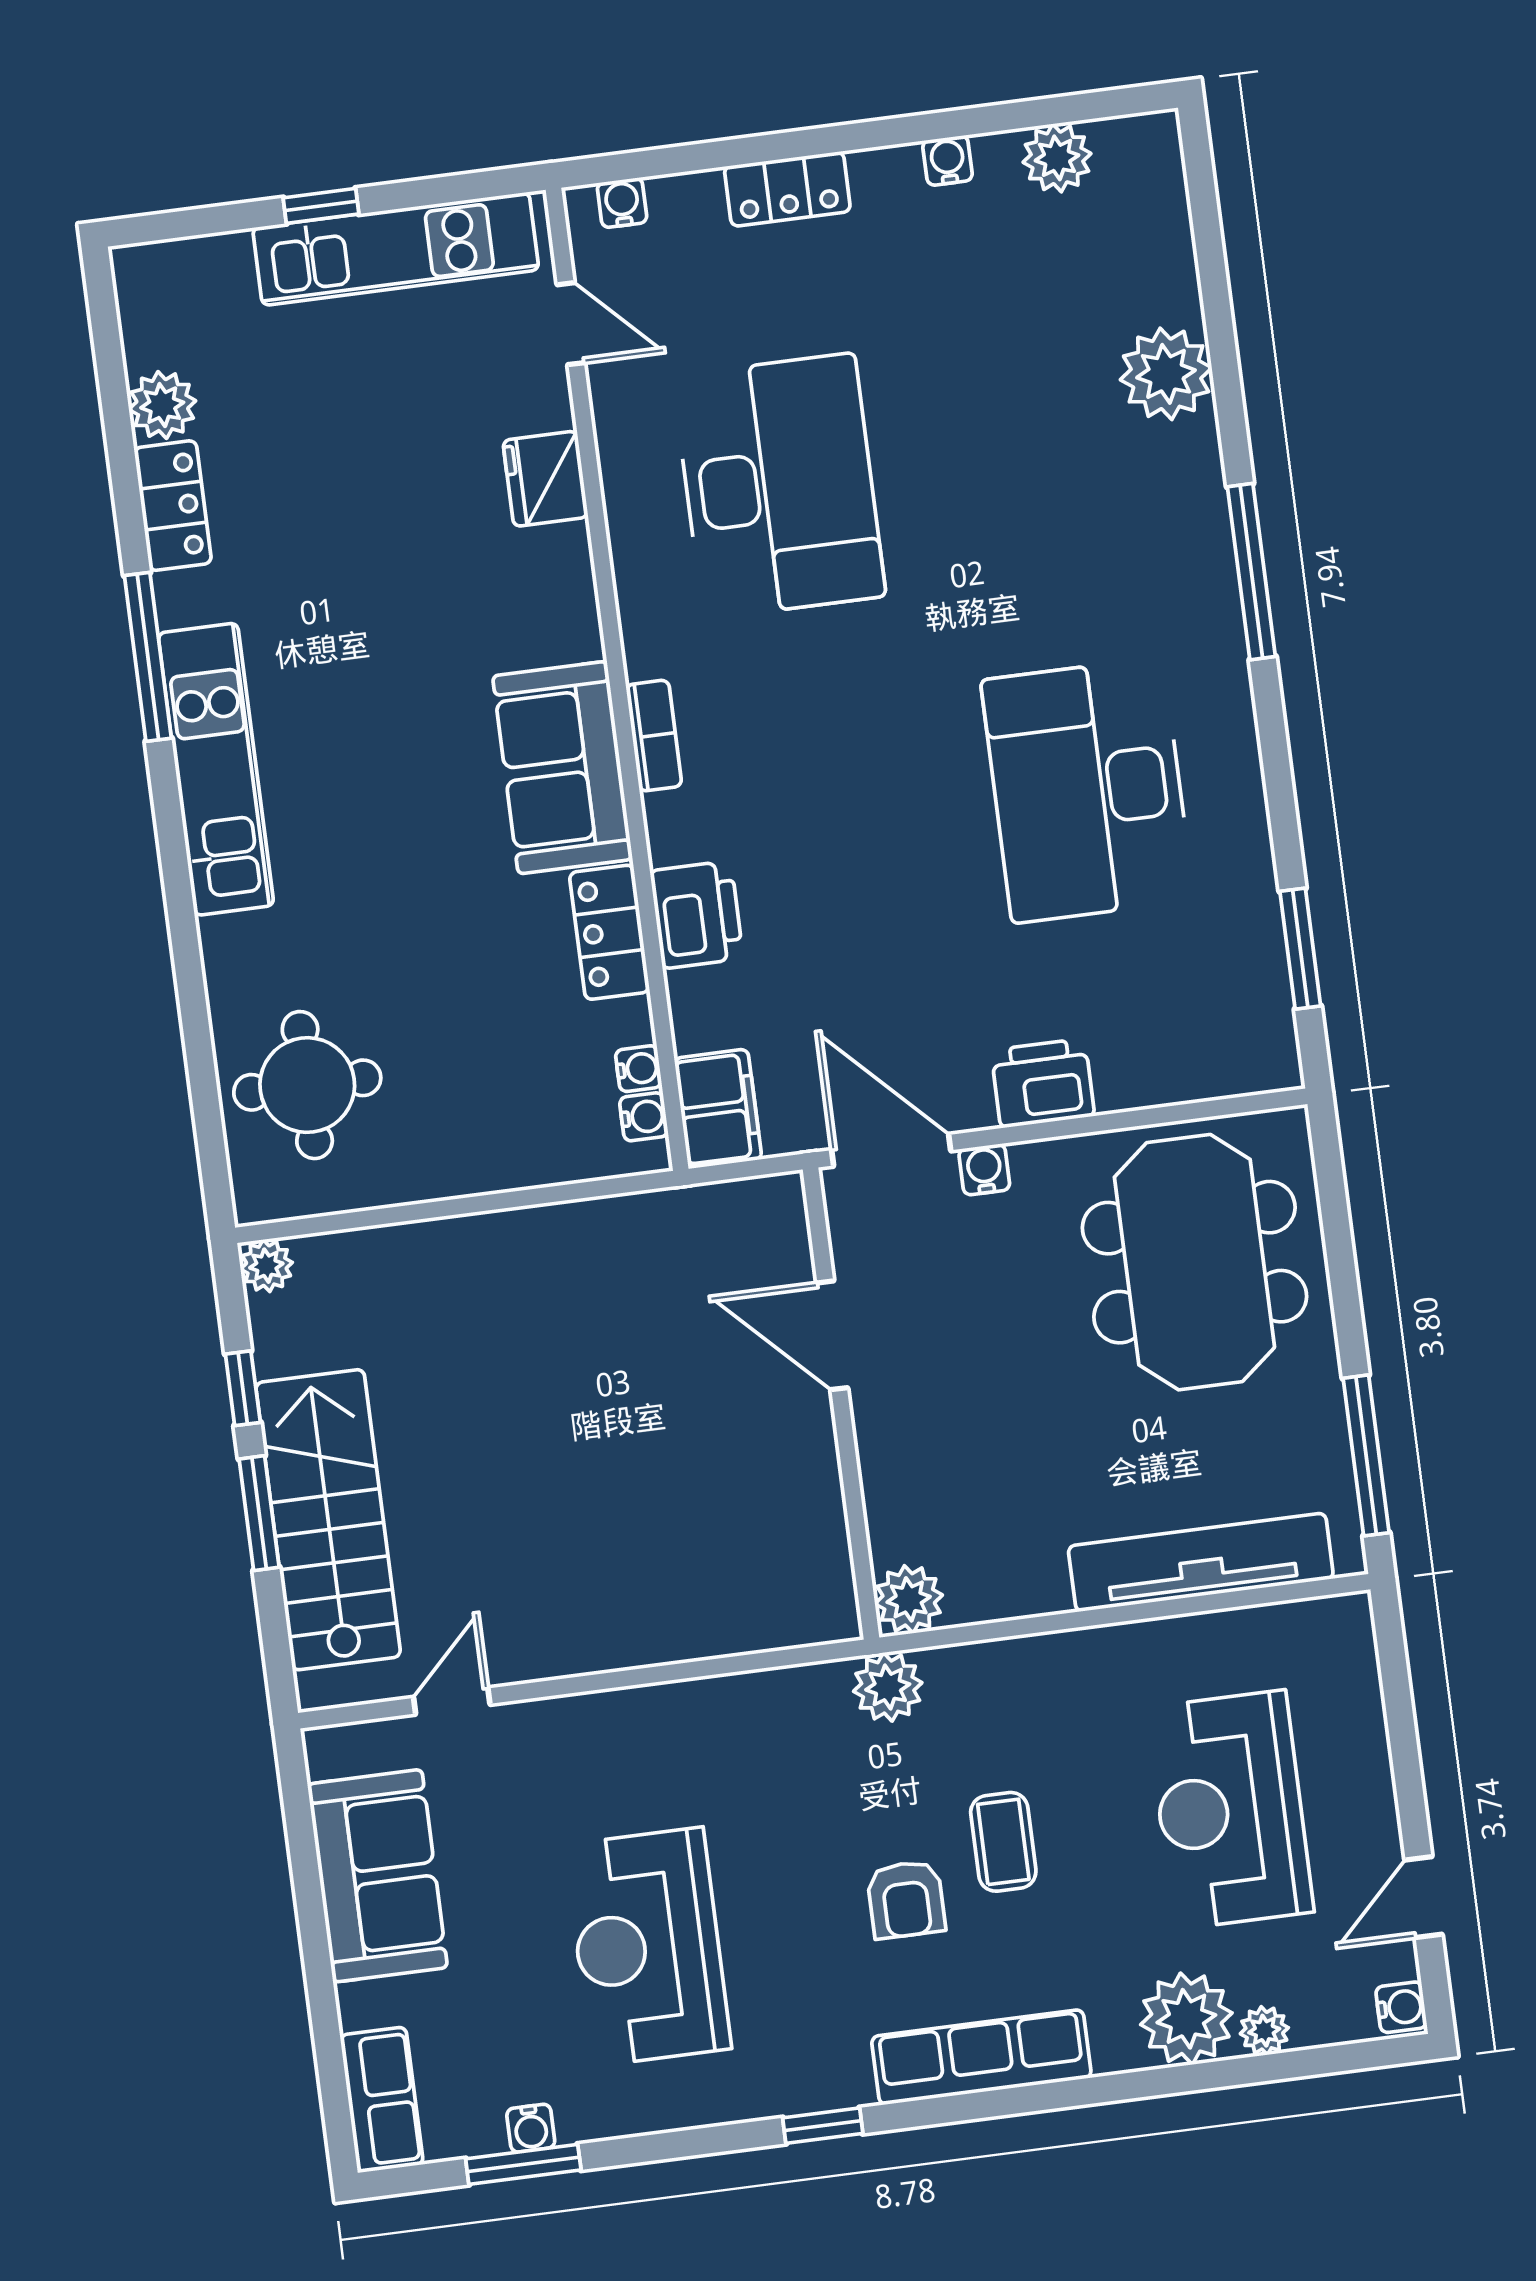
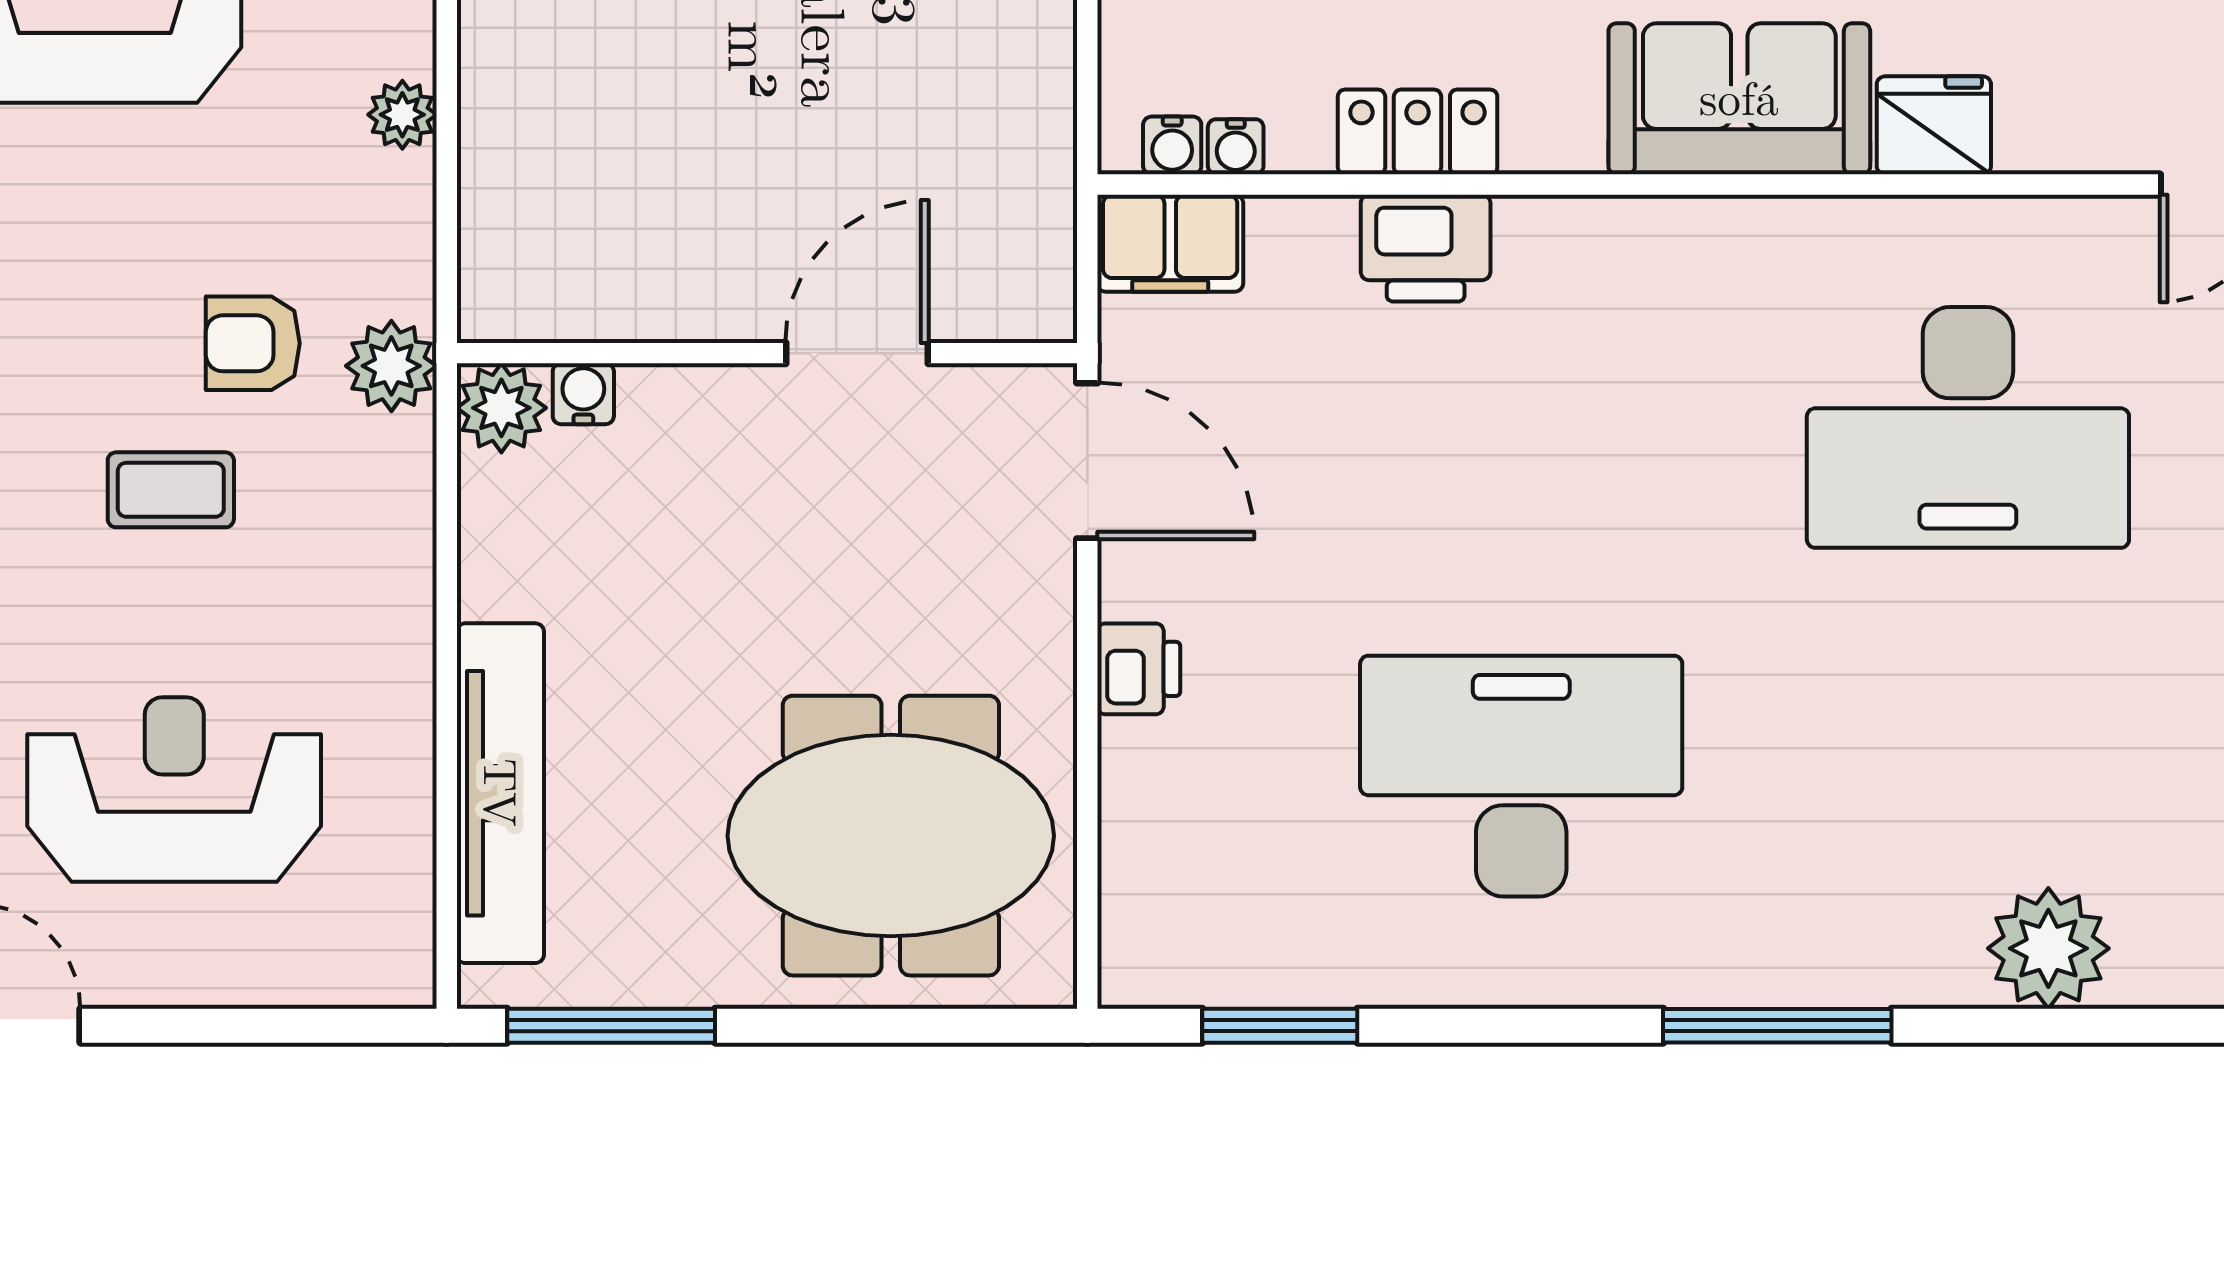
fridge: (545, 479) -> (1934, 125), moved
bookcase: (654, 736) -> (1665, 223), removed
sofa: (563, 768) -> (1739, 99), moved
printer: (1043, 1083) -> (1139, 669), width x0.73, depth x0.81
door: (891, 1150) -> (1087, 461), hinge flipped
water cooler: (984, 1169) -> (583, 394), moved, turned -90
plant: (696, 1703) -> (402, 115), added
armchair: (906, 1899) -> (253, 343), moved

